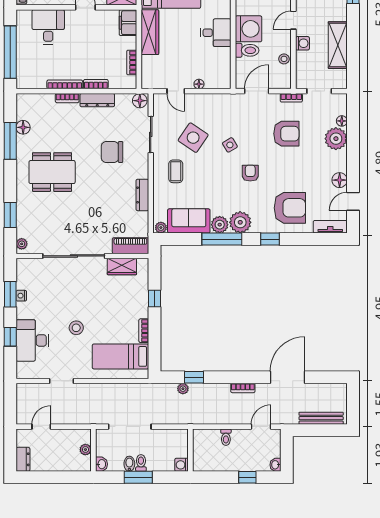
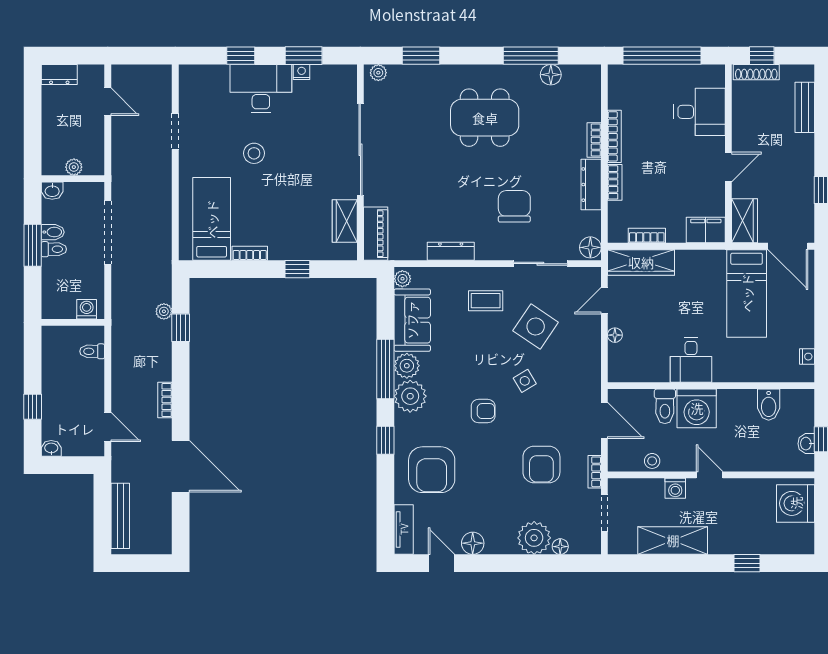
wardrobe: (150, 32) -> (641, 262), moved
dining table: (52, 172) -> (485, 118), turned 90
desk: (32, 340) -> (261, 89), moved
toilet: (226, 437) -> (92, 351), moved
washing machine: (182, 465) -> (87, 309), moved

